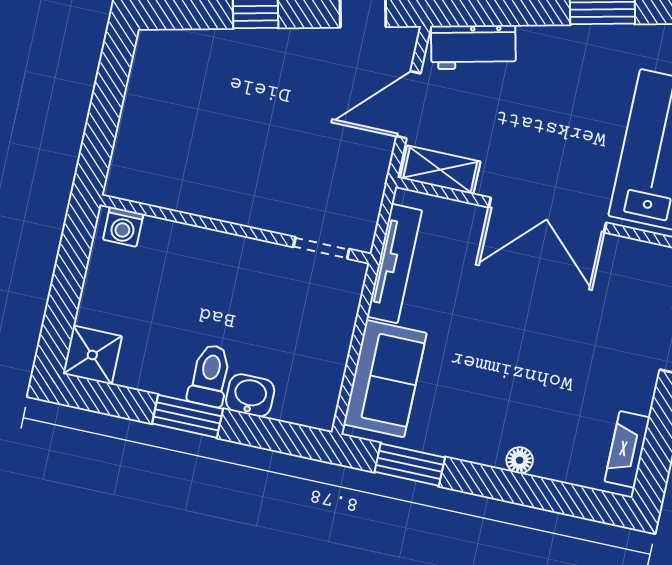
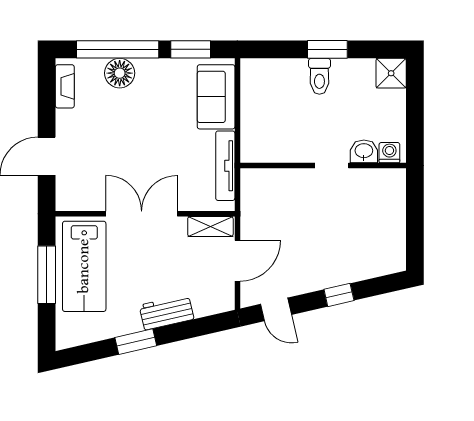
workbench: (473, 47) -> (167, 312), moved
doorway: (321, 248) -> (332, 165), moved
washbasin: (250, 395) -> (364, 151), moved, turned 180
floor lamp: (520, 460) -> (120, 73), width x1.89, depth x1.89
window: (528, 491) -> (118, 49), added

